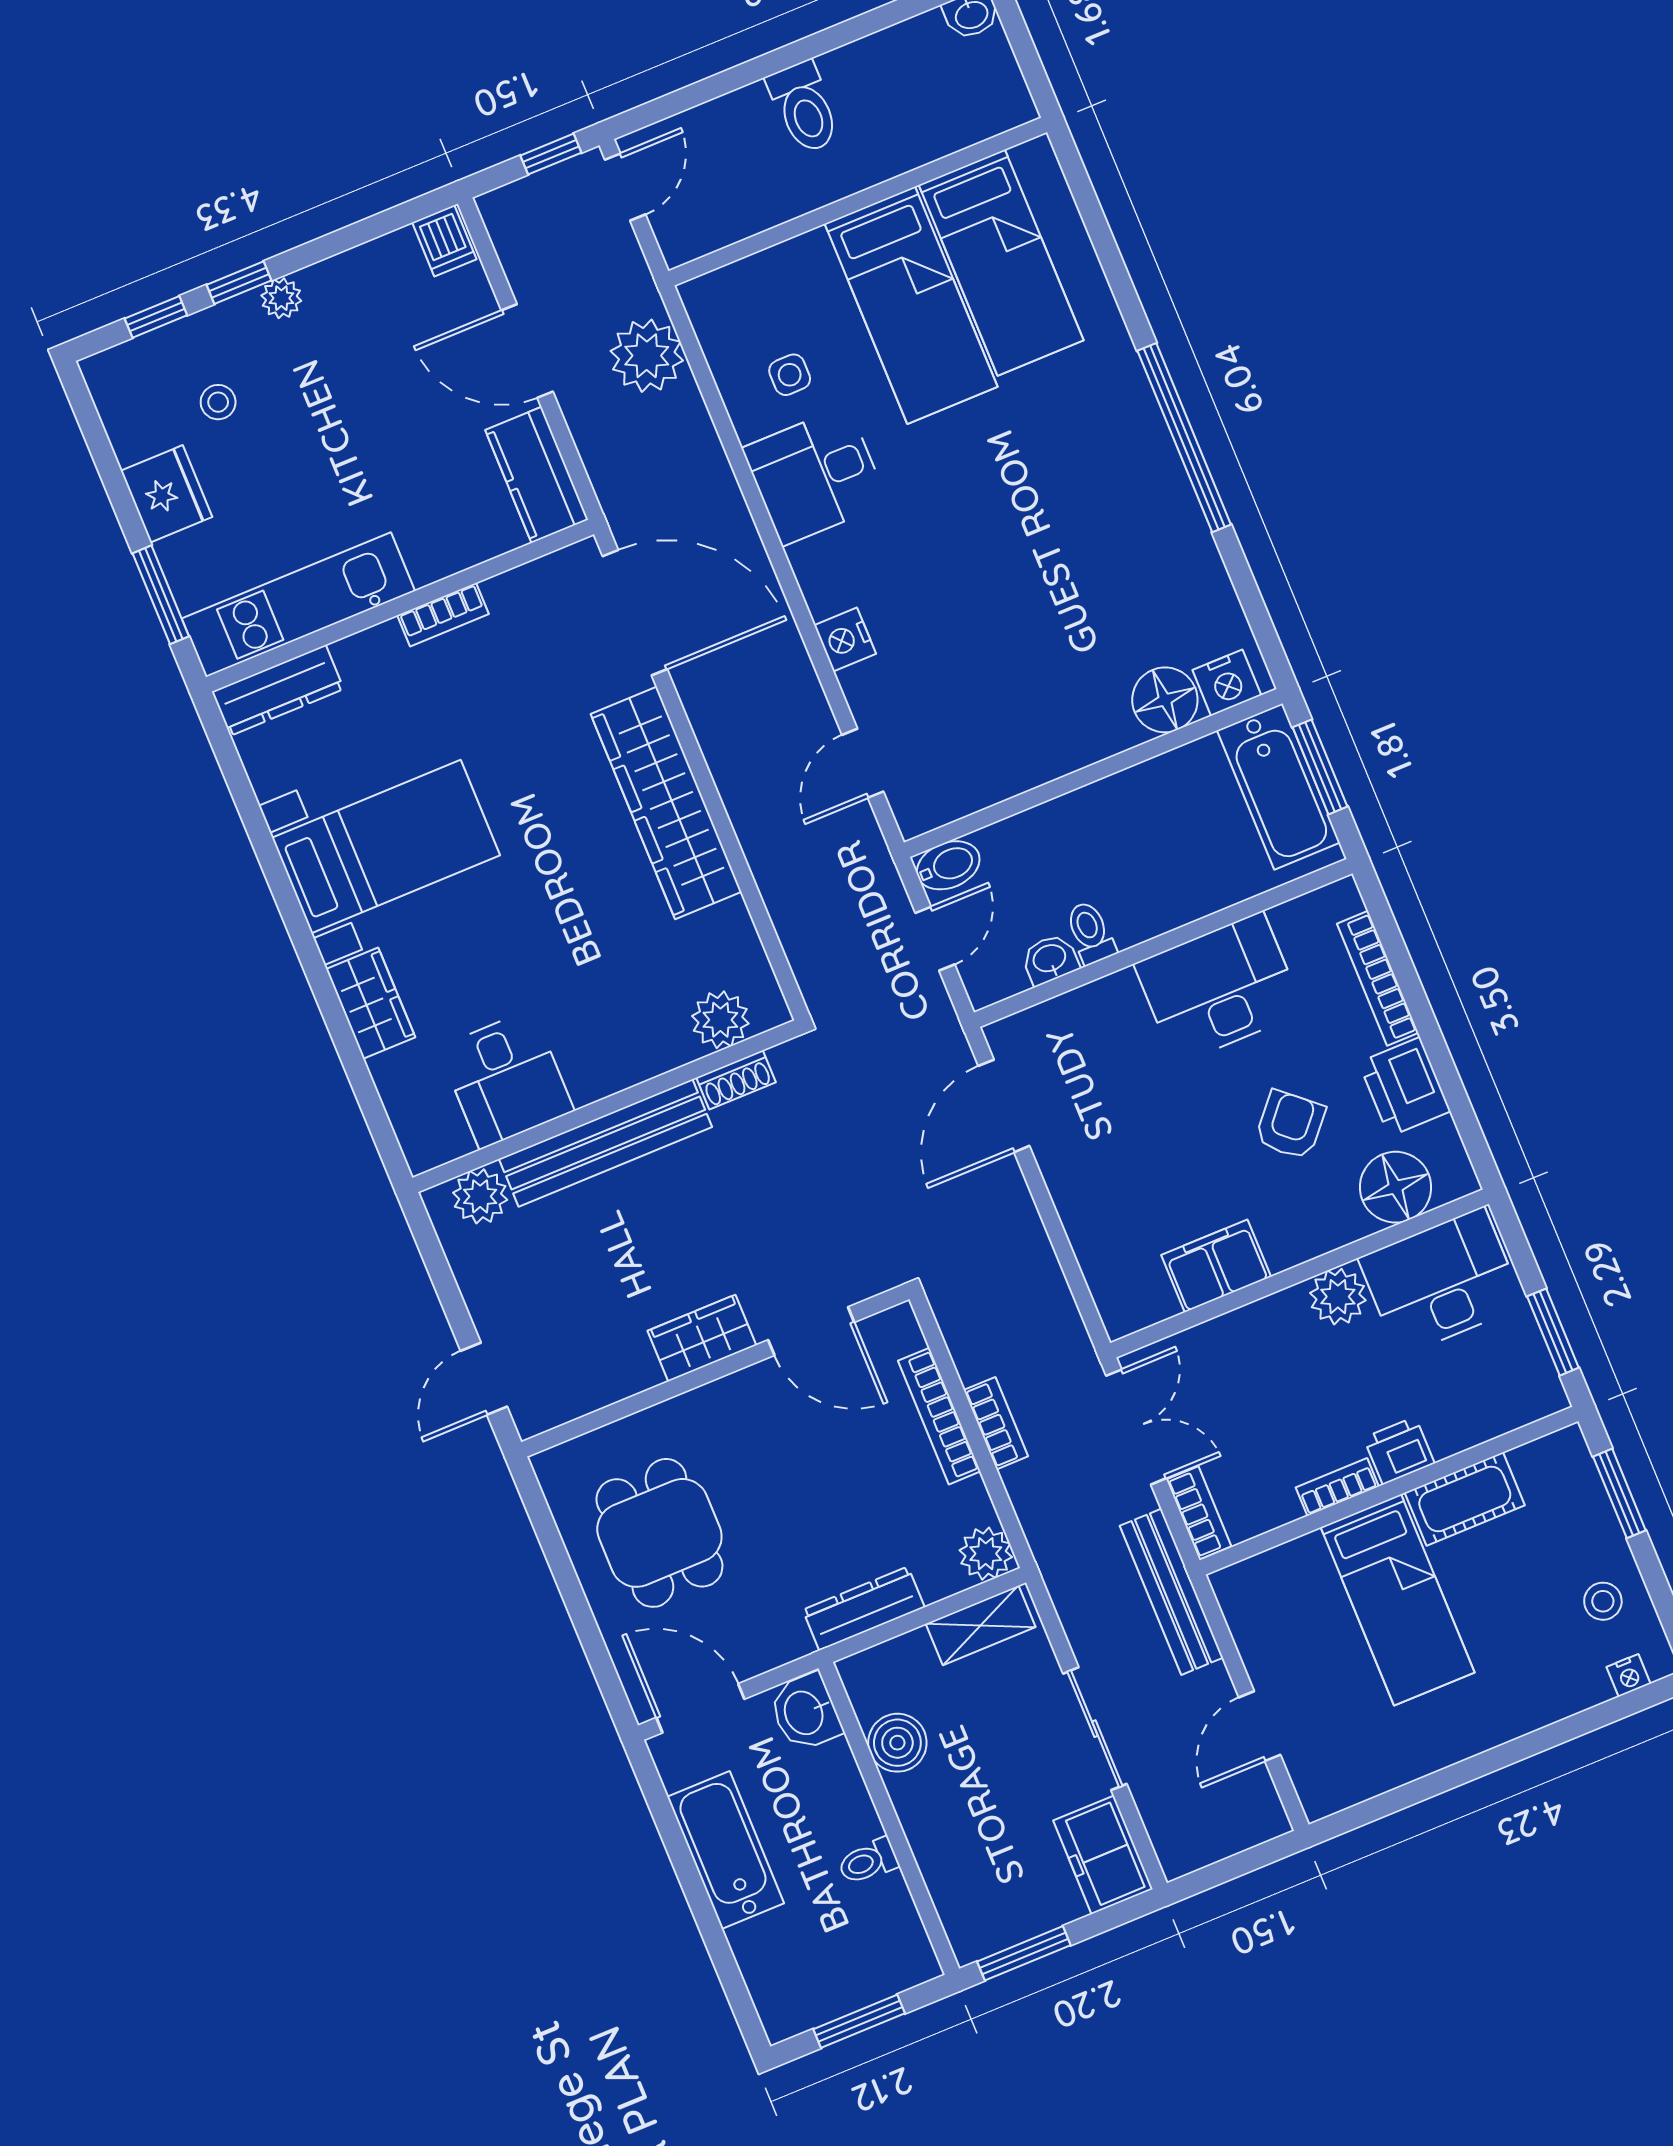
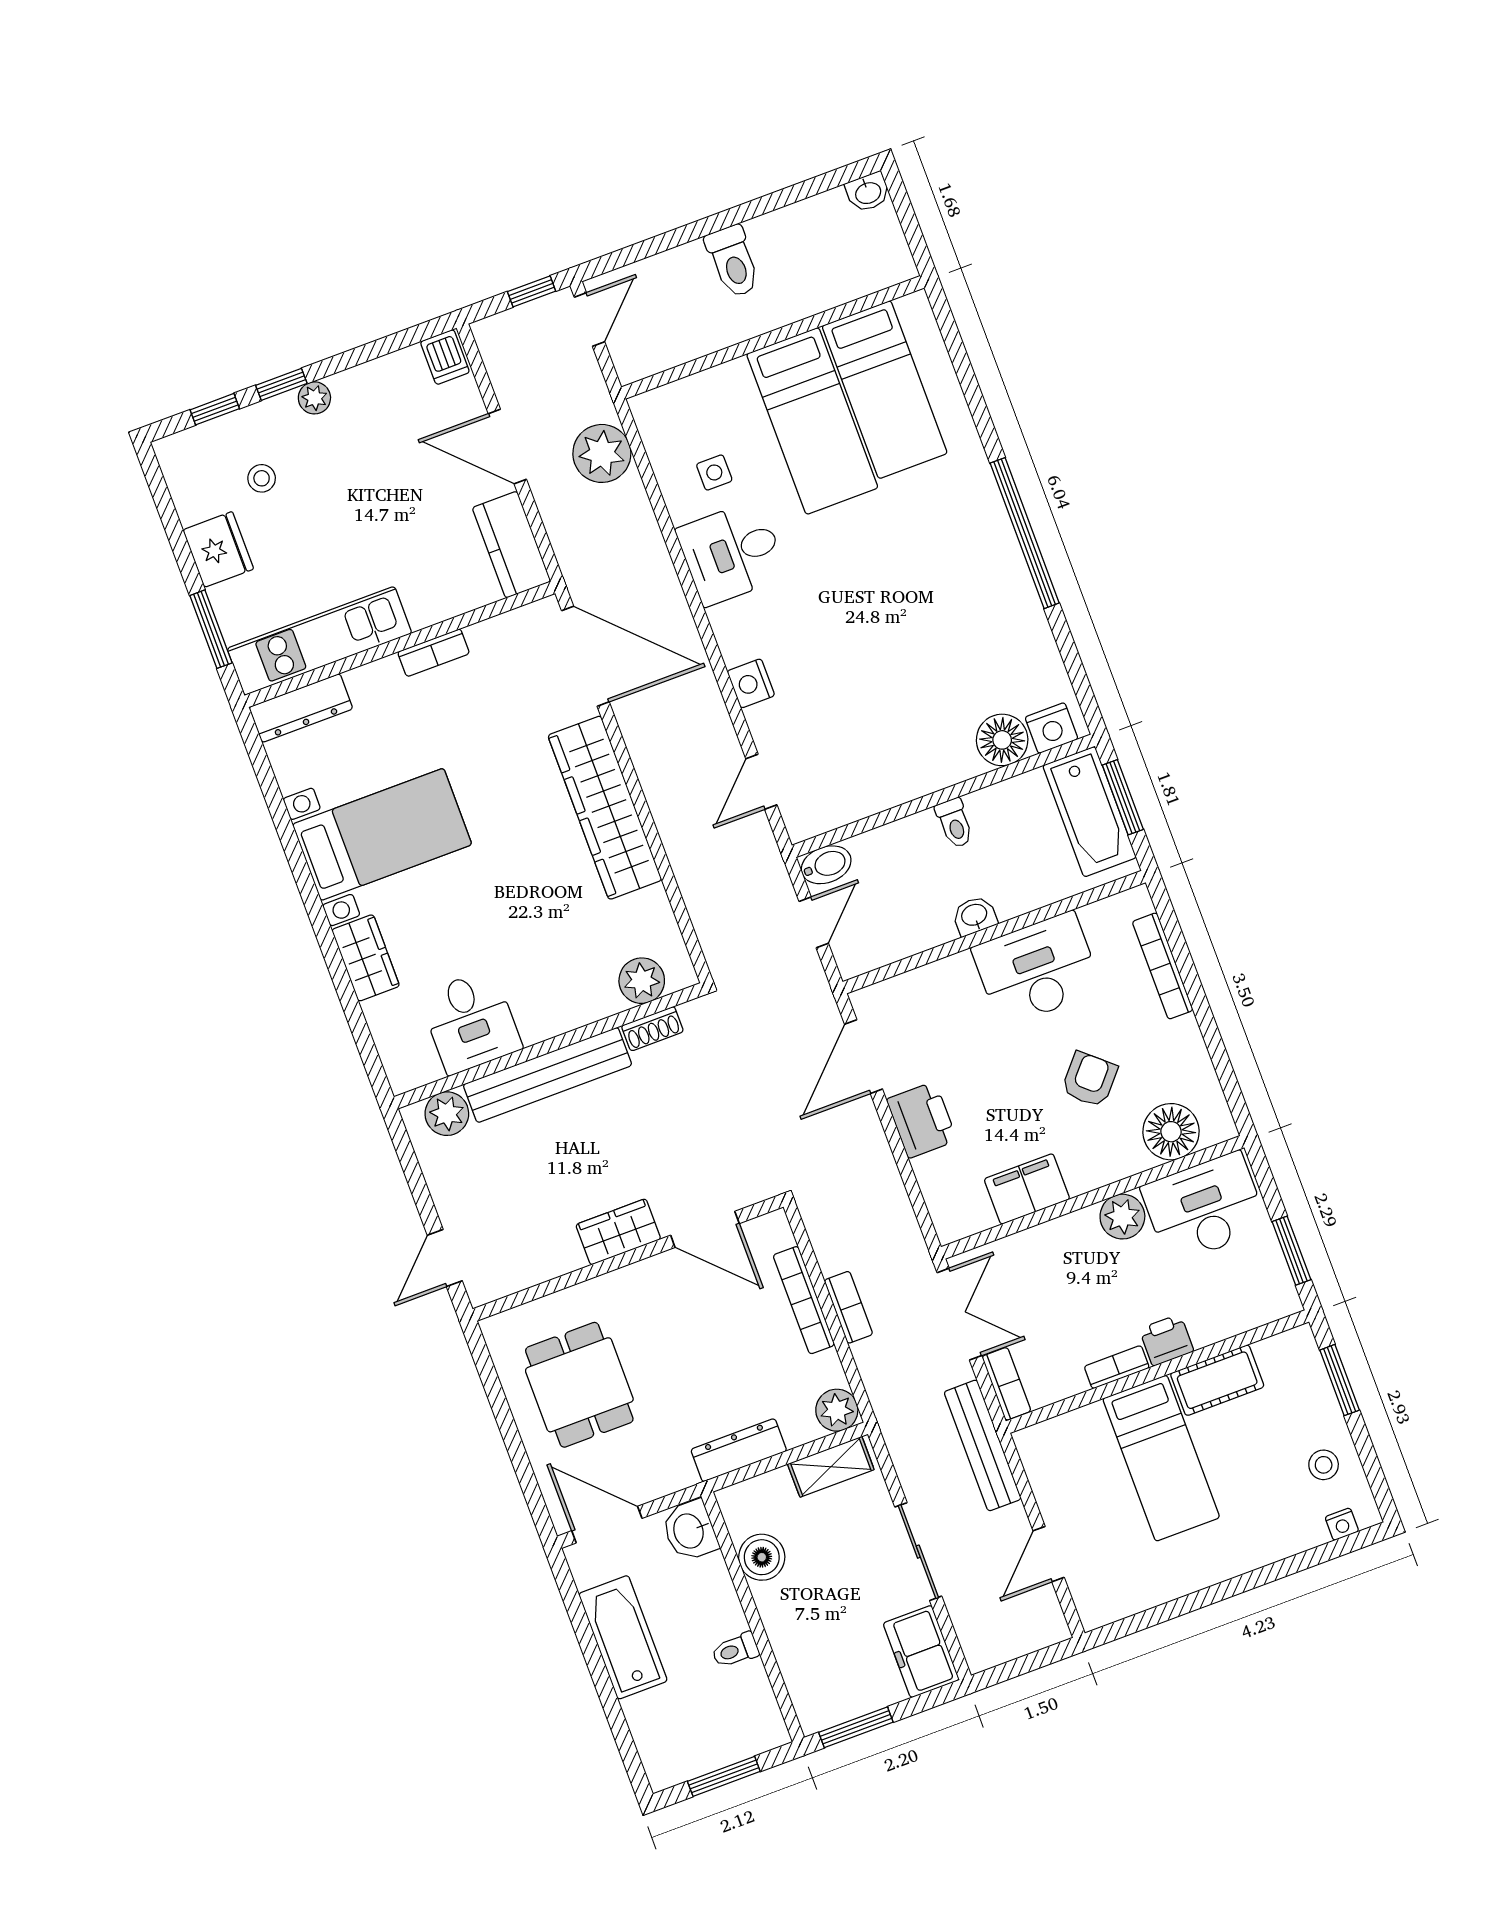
toilet: (1090, 933) -> (955, 823), moved, turned 180
washbasin: (1050, 959) -> (974, 916), moved
printer: (1405, 1087) -> (922, 1120), moved, turned 180

